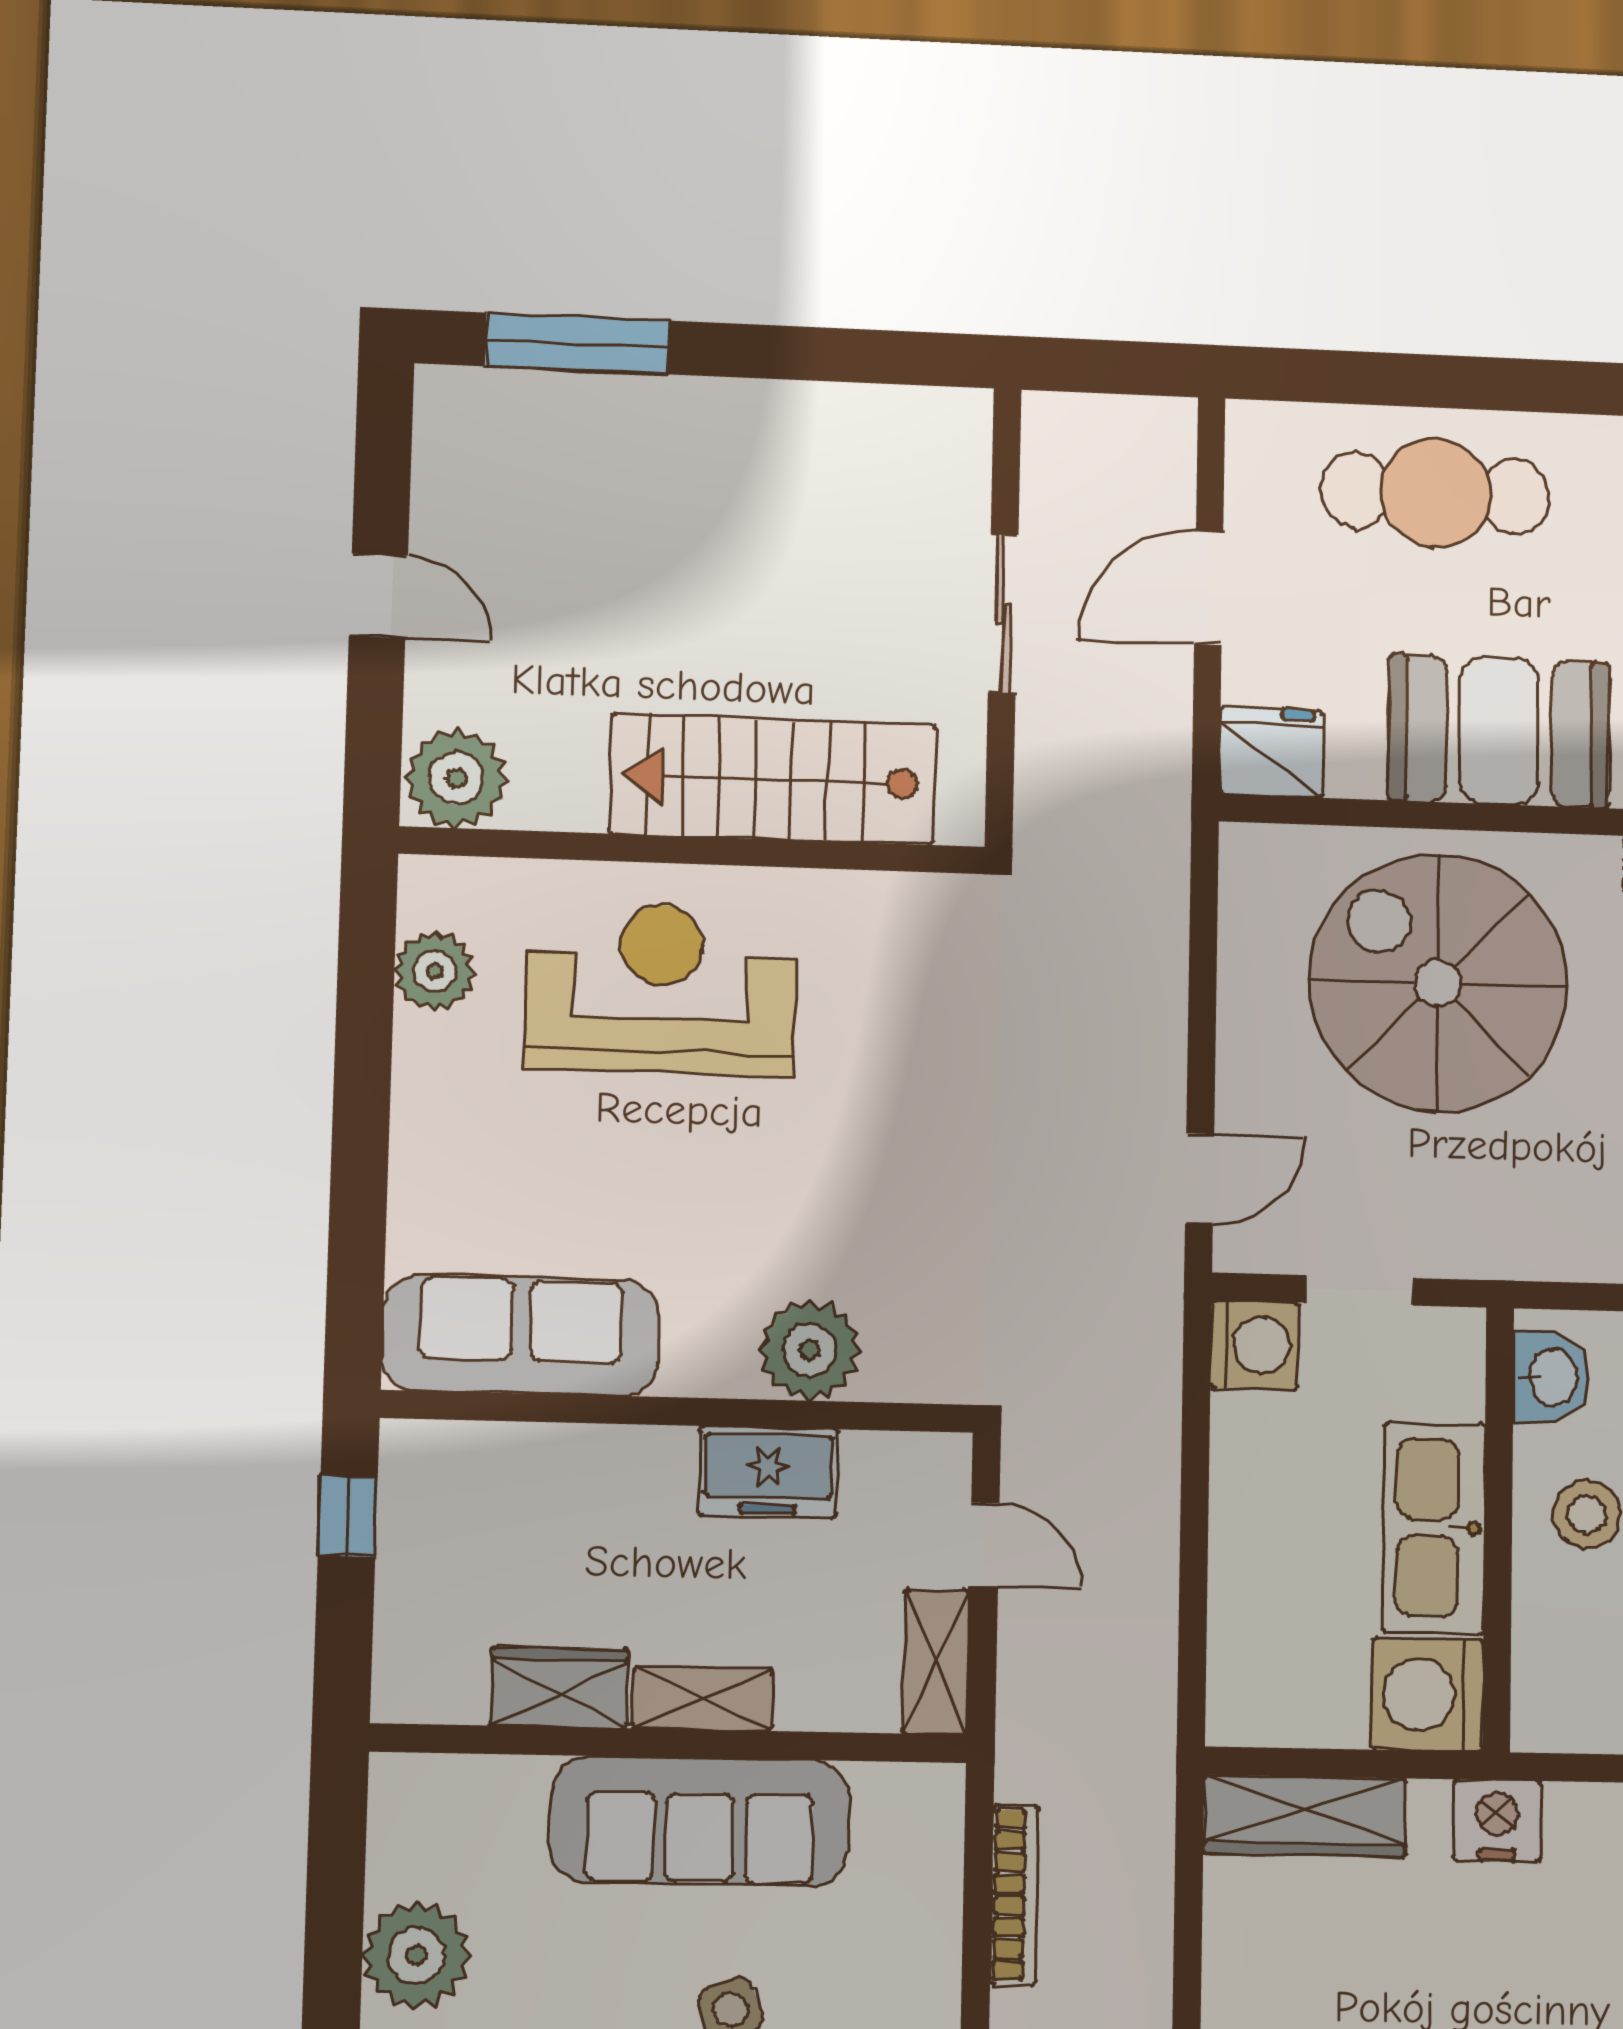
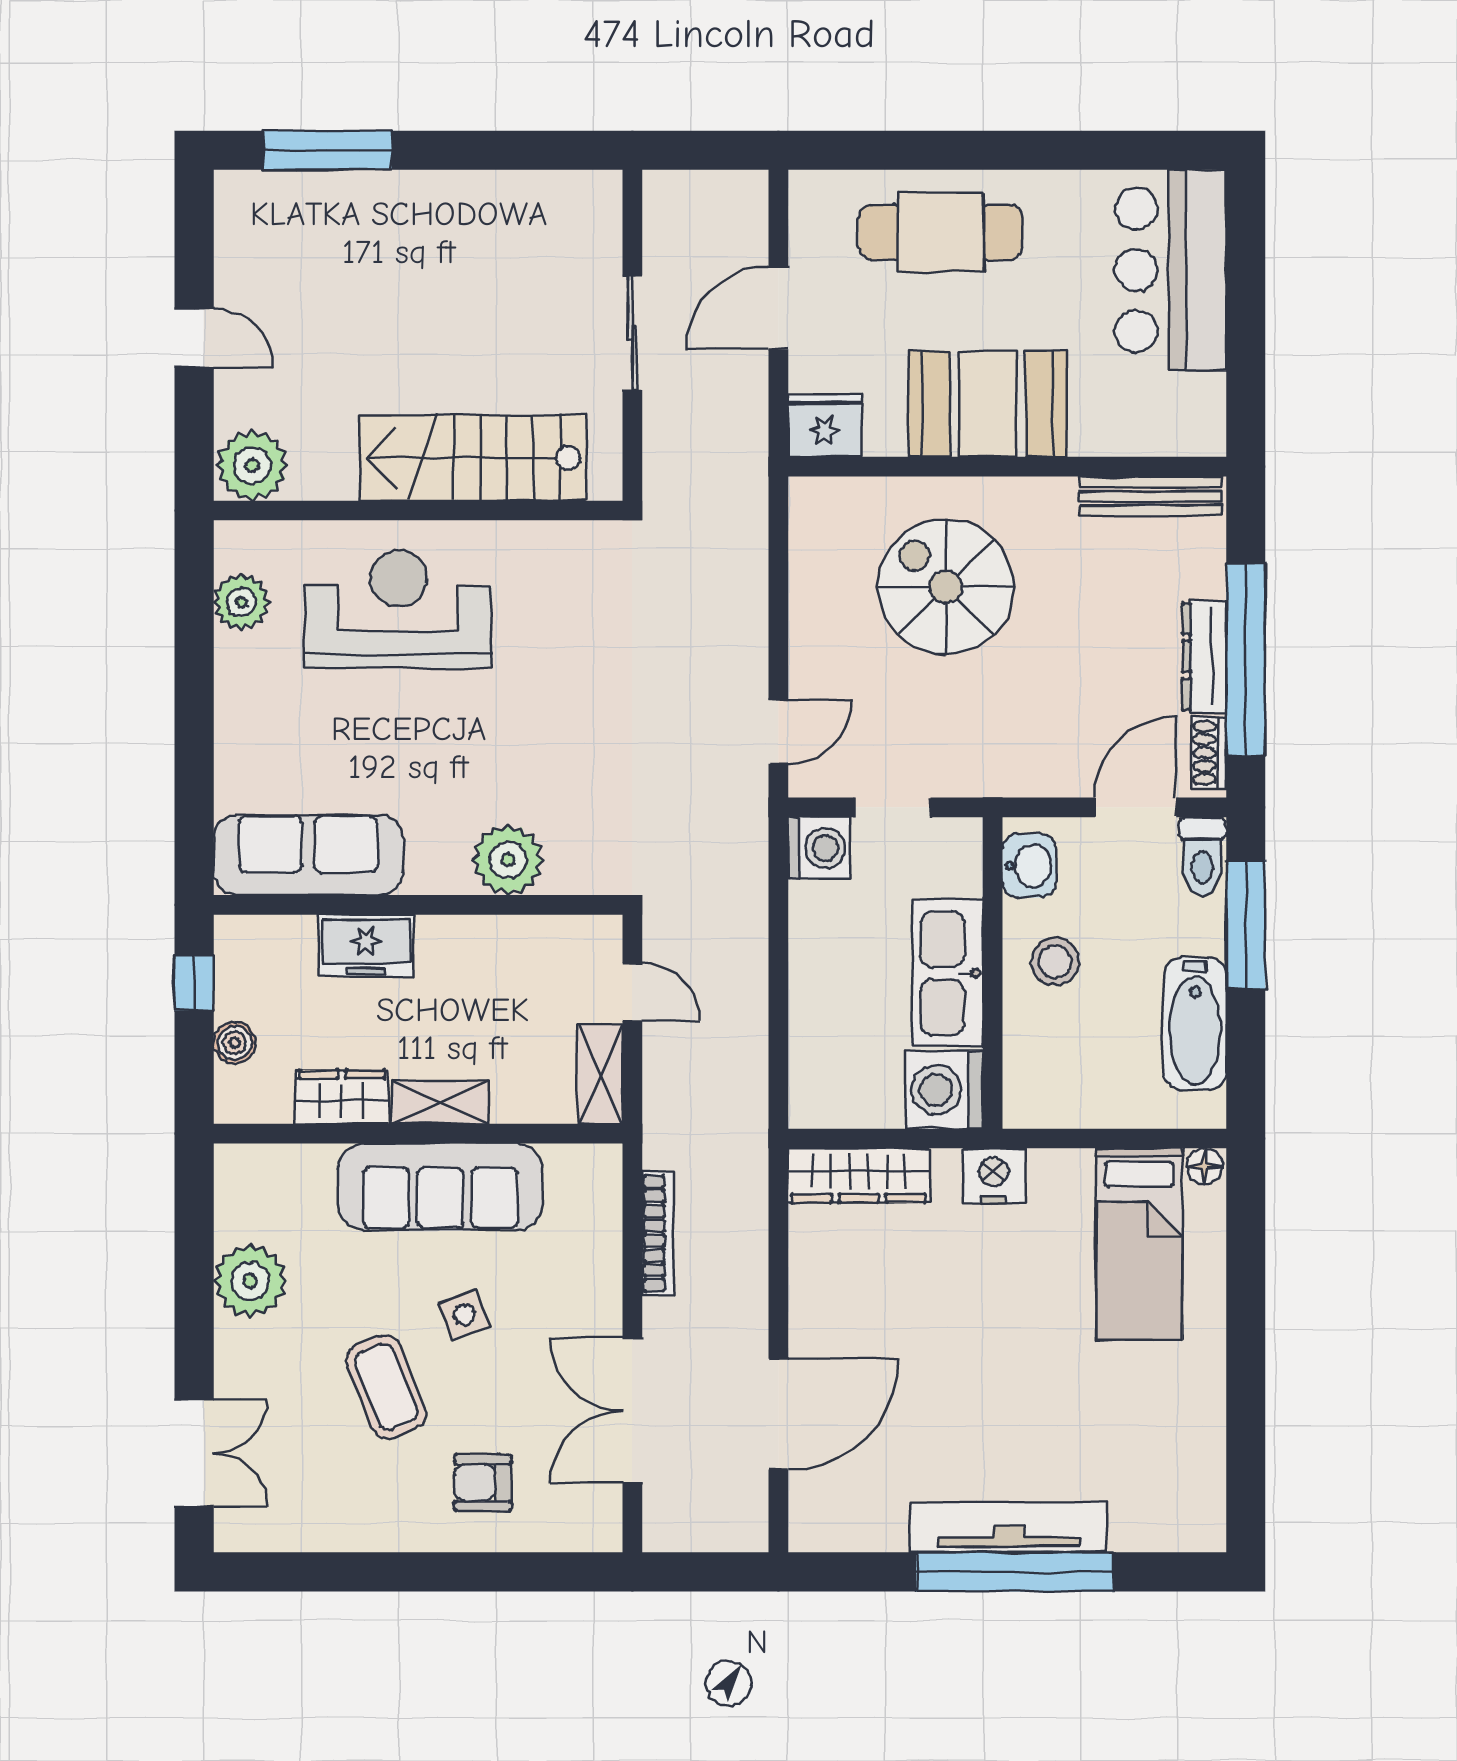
spiral stairs: (1438, 983) -> (946, 587), width x0.73, depth x0.73
freezer: (768, 1472) -> (366, 946), moved
boiler: (404, 1605) -> (235, 1043), added

